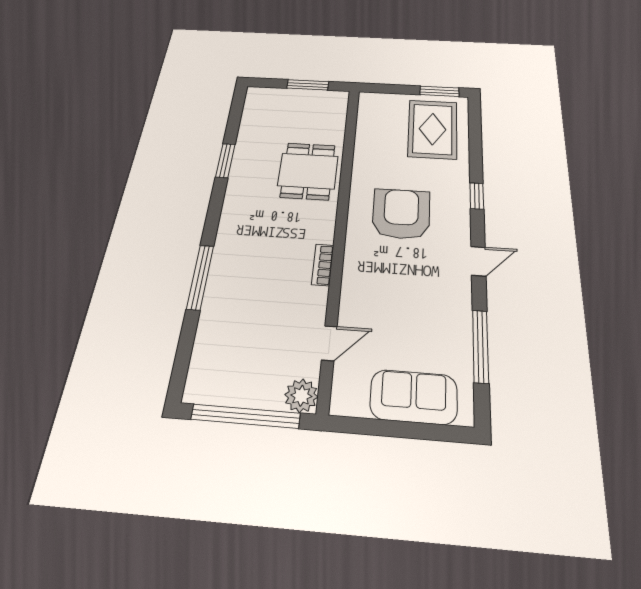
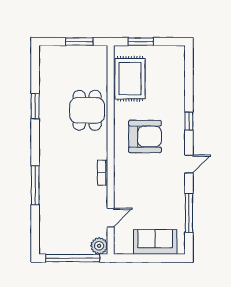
window: (439, 91) -> (141, 42), moved
rug: (433, 129) -> (130, 79), moved
armchair: (401, 214) -> (145, 137), turned 90

